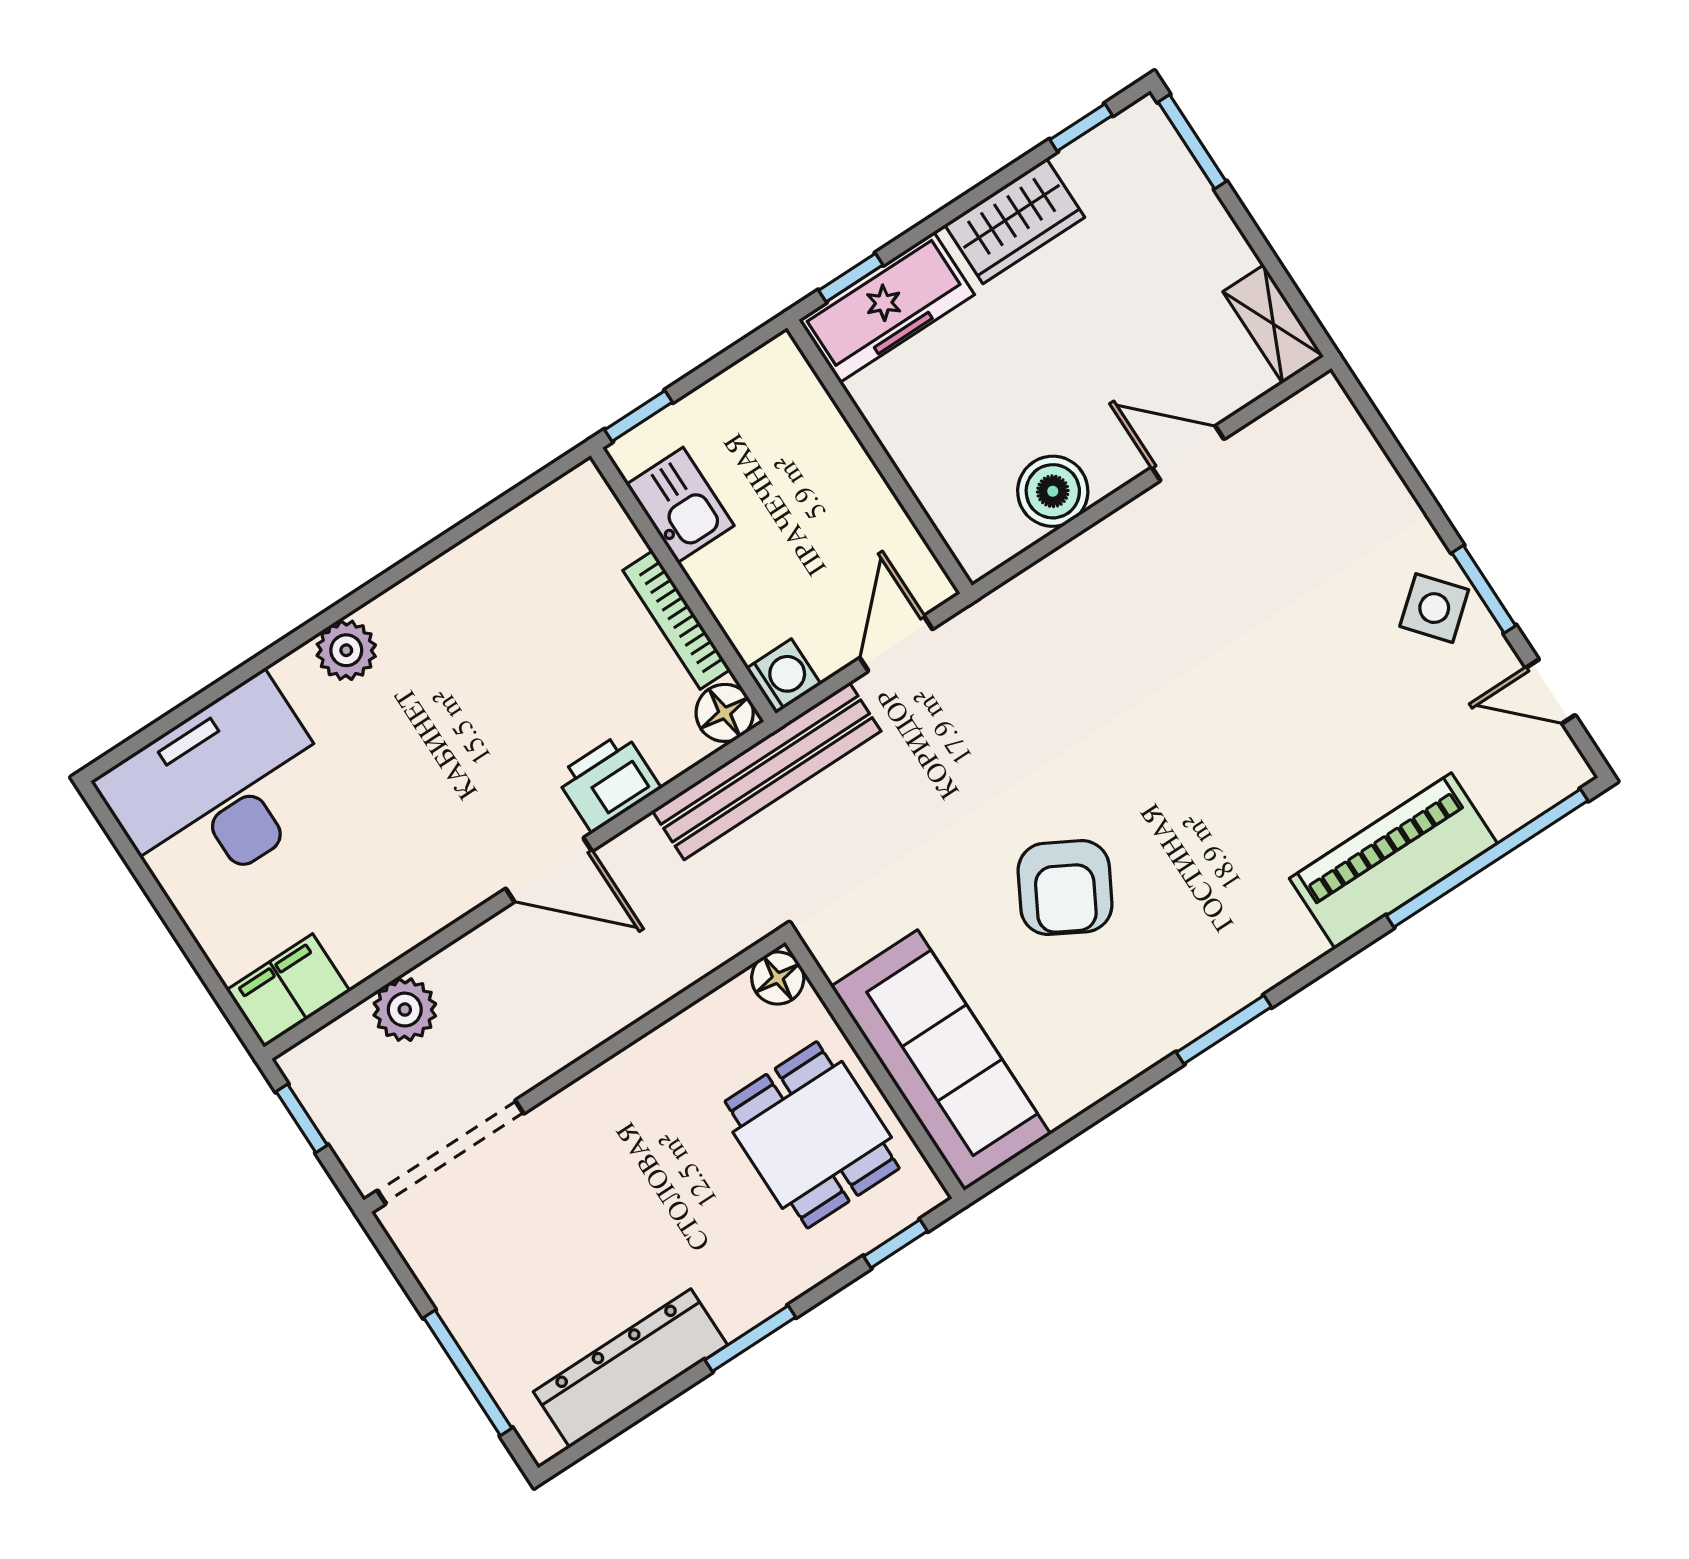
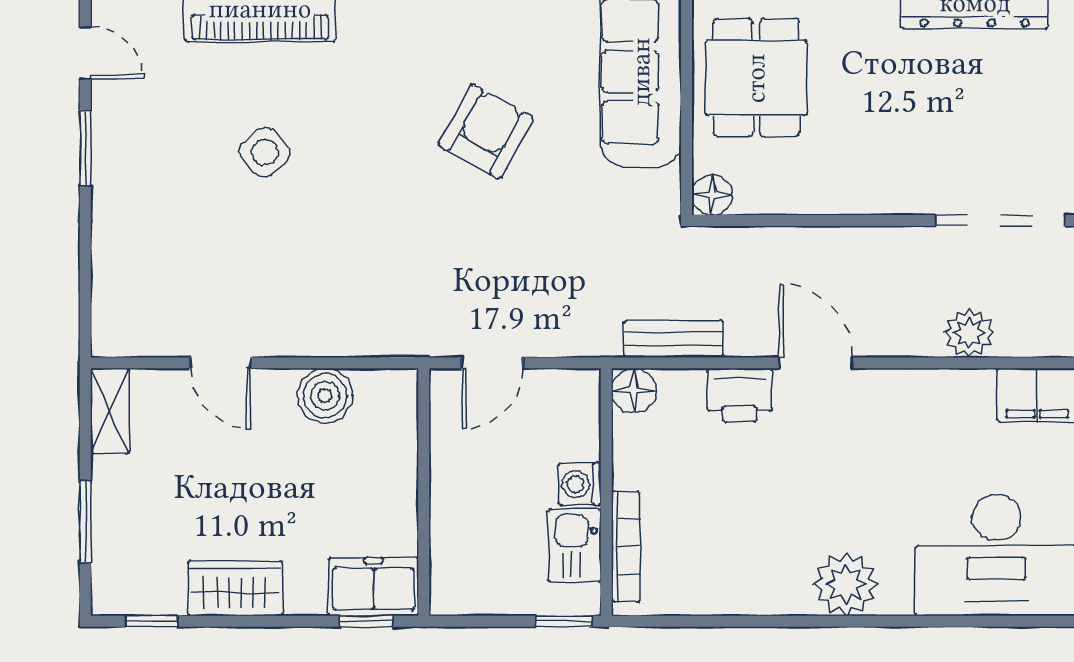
window: (1192, 142) -> (85, 522), moved
freezer: (887, 307) -> (373, 587), width x0.71
side table: (1434, 608) -> (265, 152), moved
bookcase: (677, 620) -> (626, 547), moved
plant: (346, 650) -> (846, 584), width x1.36, depth x1.36
washing machine: (784, 676) -> (580, 484), moved
bench: (767, 771) -> (674, 339), width x0.54, depth x0.82

